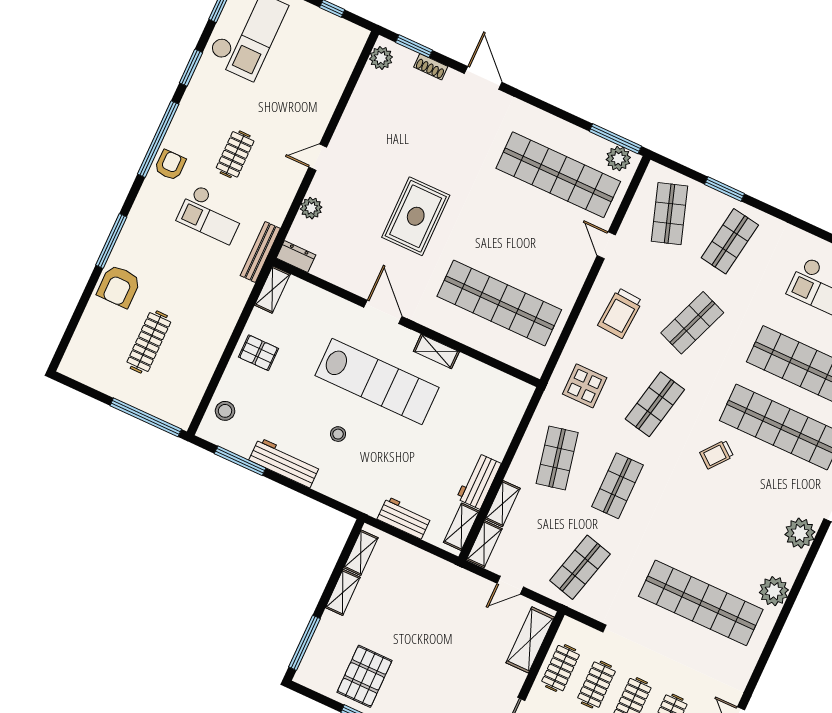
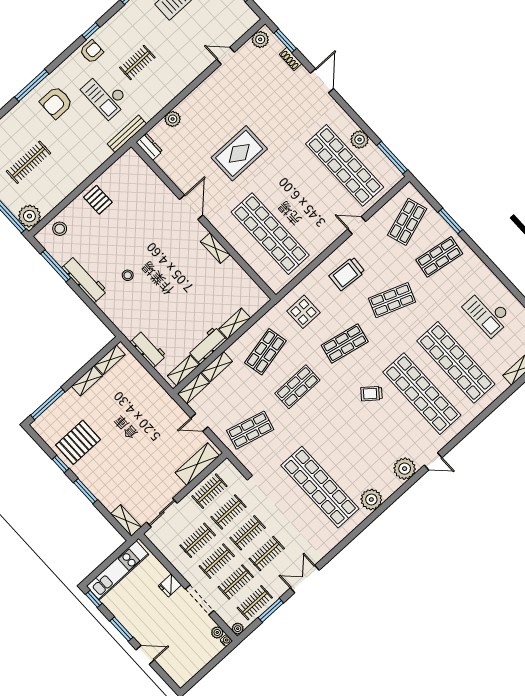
window: (158, 139) -> (91, 31), width x0.32
door: (318, 157) -> (226, 56), moved
plant: (618, 159) -> (360, 140), moved
door: (606, 245) -> (357, 225), hinge flipped
armchair: (119, 286) -> (56, 103), moved
shelving: (272, 290) -> (235, 323), moved
lab bench: (377, 382) -> (168, 252), removed
plant: (179, 411) -> (29, 216), added

